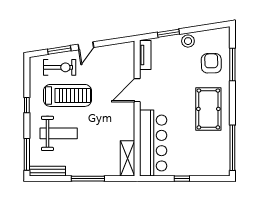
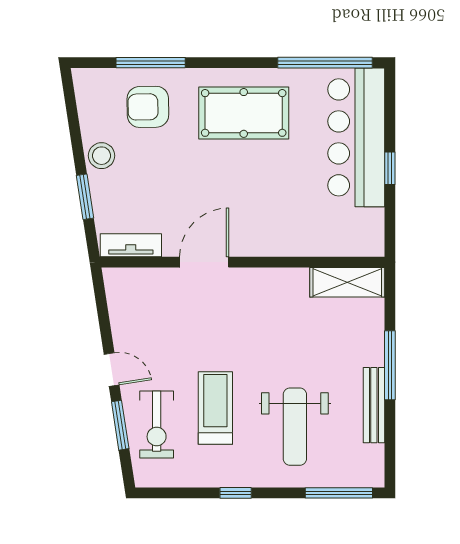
exercise bike: (60, 67) -> (157, 424), turned 180
door: (137, 90) -> (204, 262), swing flipped
treadmill: (68, 95) -> (215, 408), width x0.73, depth x0.73
weight bench: (59, 133) -> (295, 427), turned 180
bar counter: (153, 143) -> (356, 137), moved, turned -90
bench: (47, 171) -> (374, 405), moved

